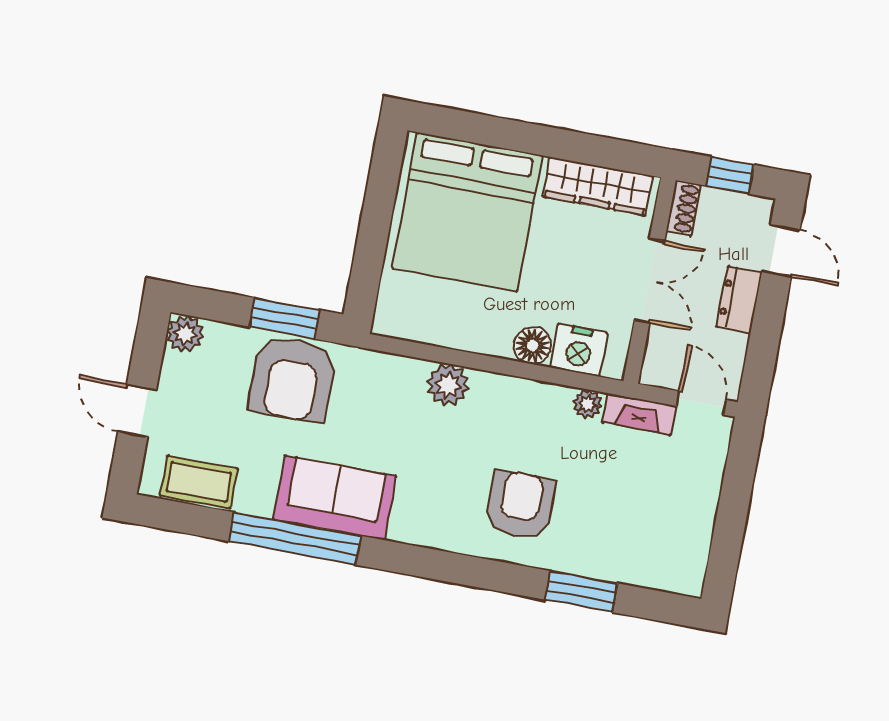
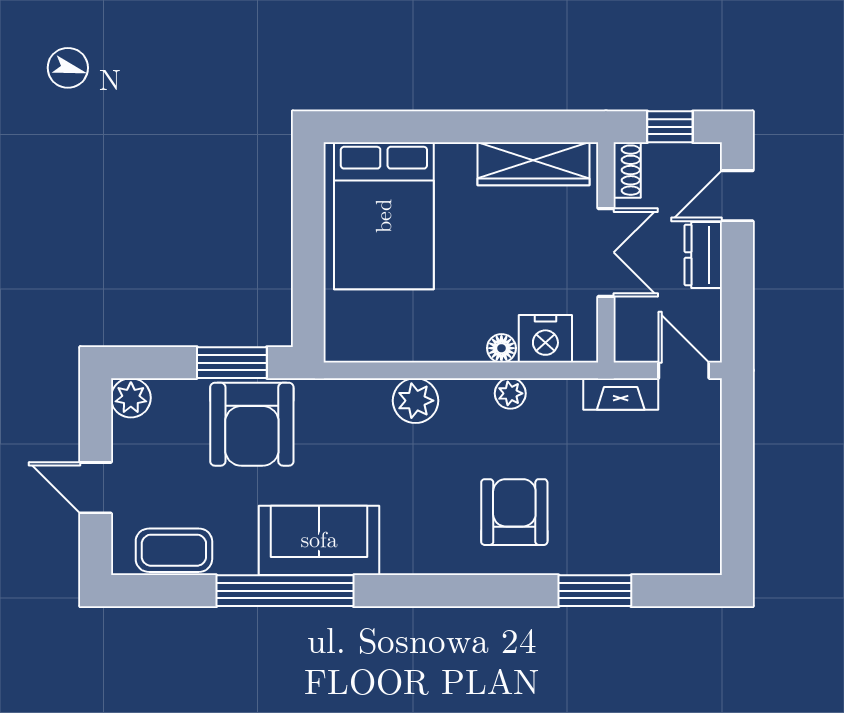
bed: (467, 212) -> (384, 216), width x0.73
door: (781, 251) -> (737, 196), swing flipped
floor lamp: (532, 345) -> (501, 348), width x0.73, depth x0.73
plant: (587, 404) -> (510, 393), moved

